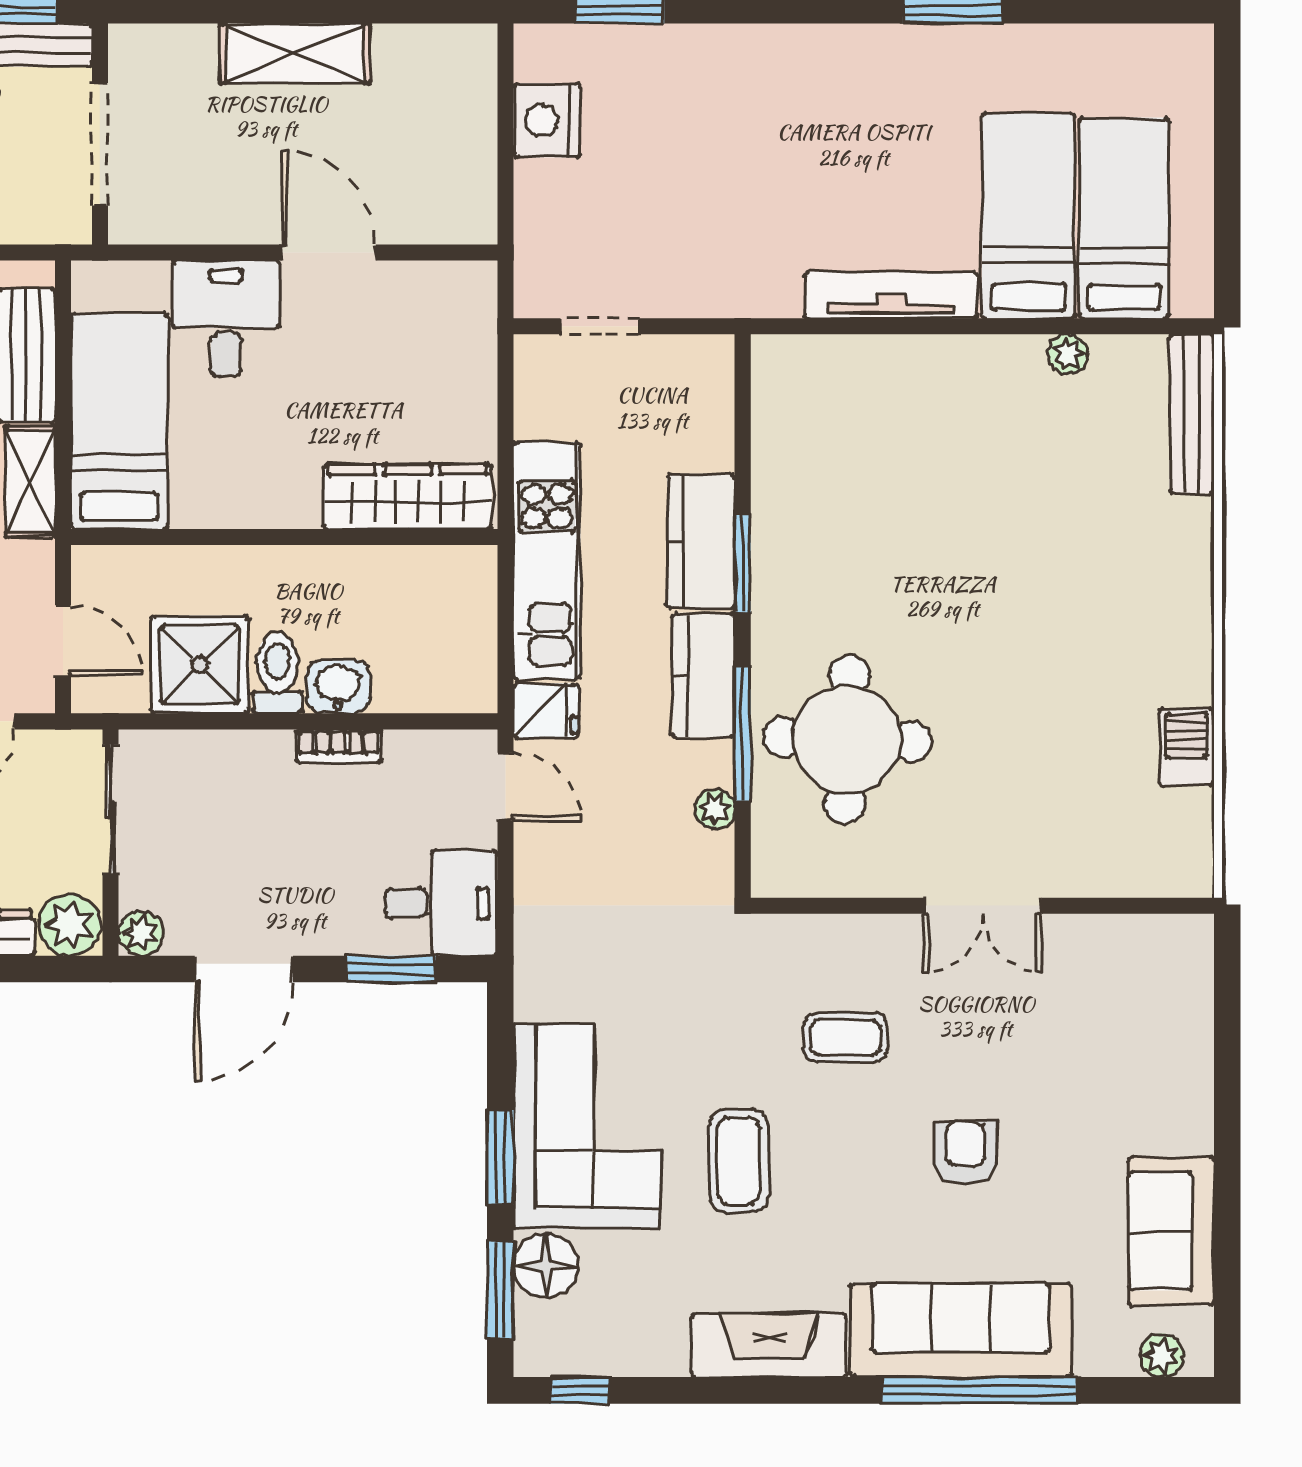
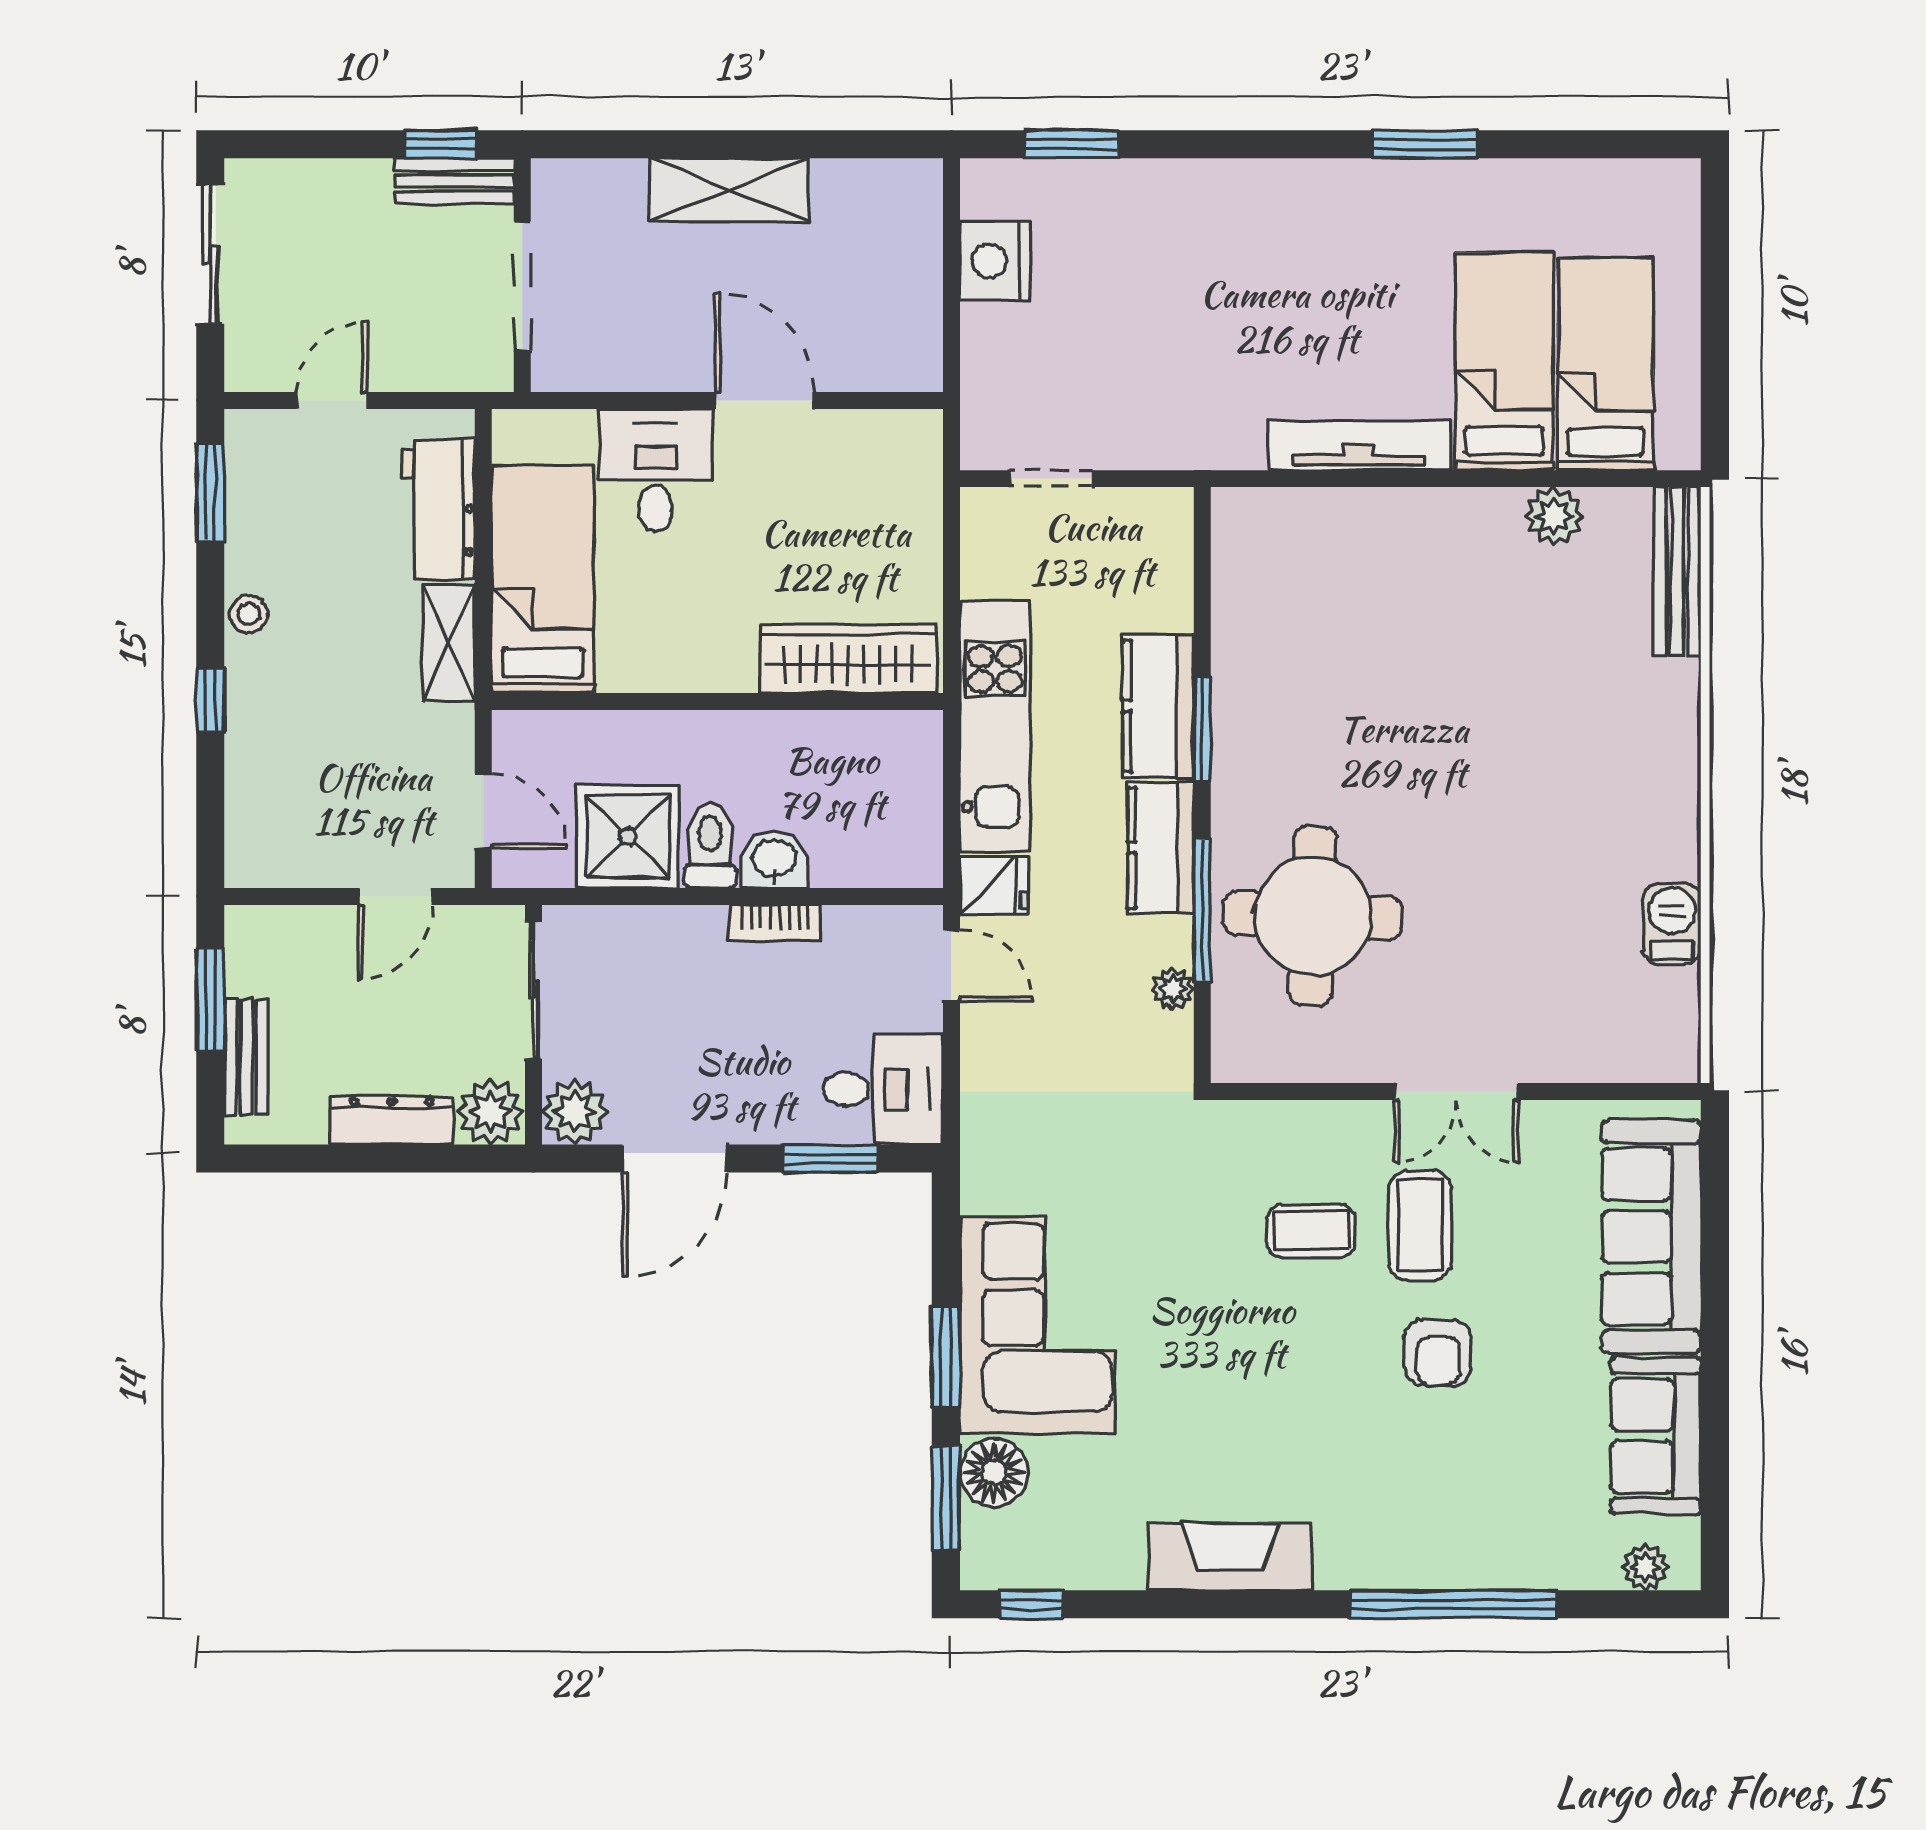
plant: (1068, 354) -> (1554, 516), width x1.38, depth x1.38
plant: (141, 933) -> (575, 1112), width x1.38, depth x1.38
armchair: (965, 1153) -> (1438, 1353), turned 180
coffee table: (739, 1161) -> (1420, 1225), moved
sofa: (961, 1330) -> (1651, 1237), moved, turned -90

